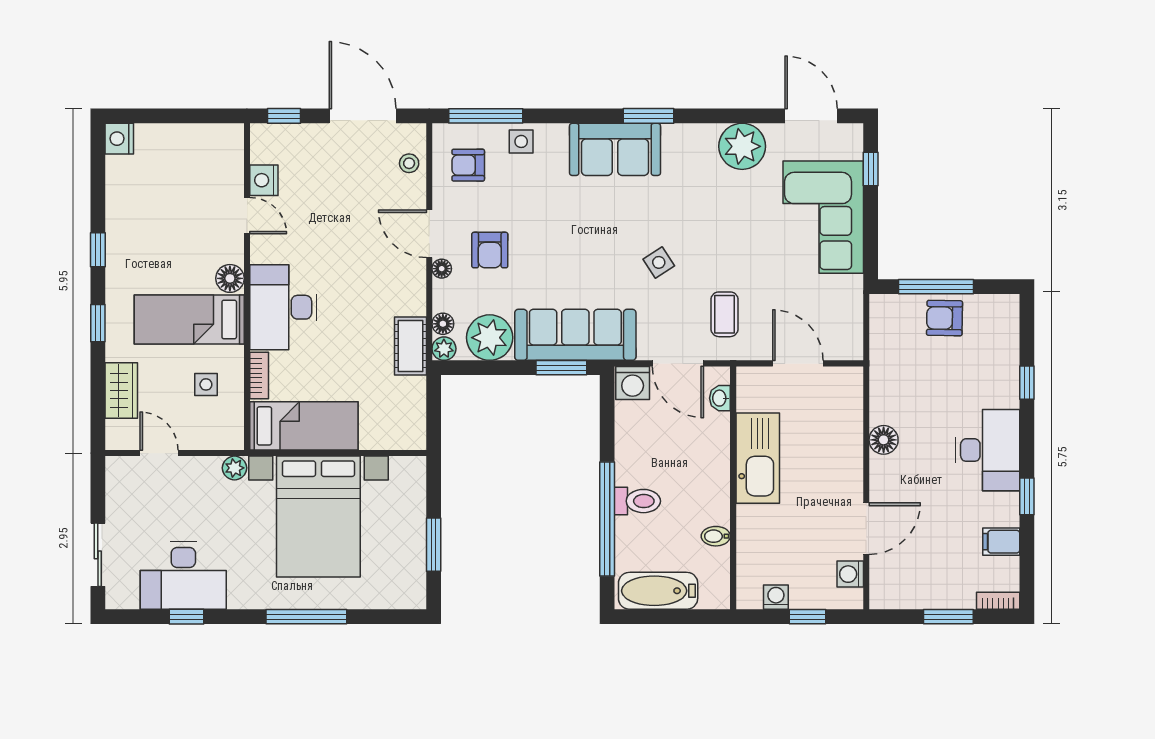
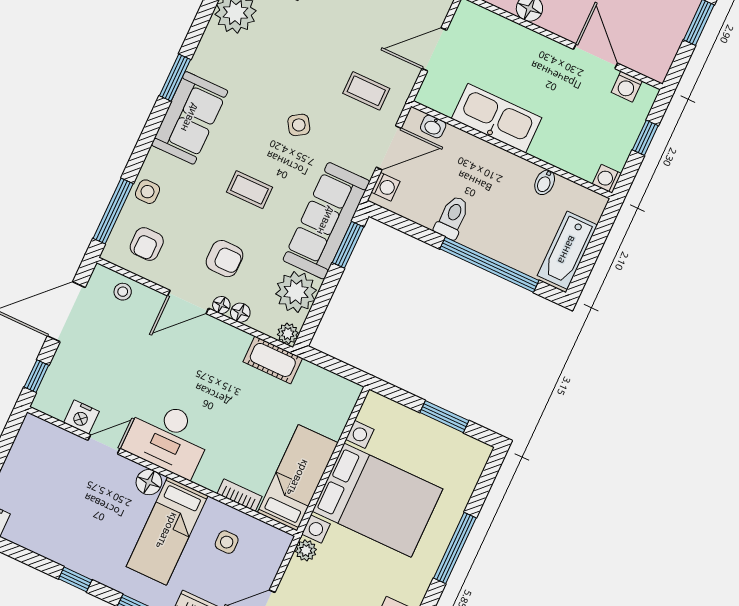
coffee table: (571, 243) -> (249, 190), added
desk: (283, 307) -> (168, 438), moved
floor lamp: (443, 324) -> (240, 313), moved
washing machine: (633, 383) -> (386, 187), width x0.73, depth x0.73
toilet: (637, 501) -> (452, 217), moved
washing machine: (776, 597) -> (607, 179), moved

